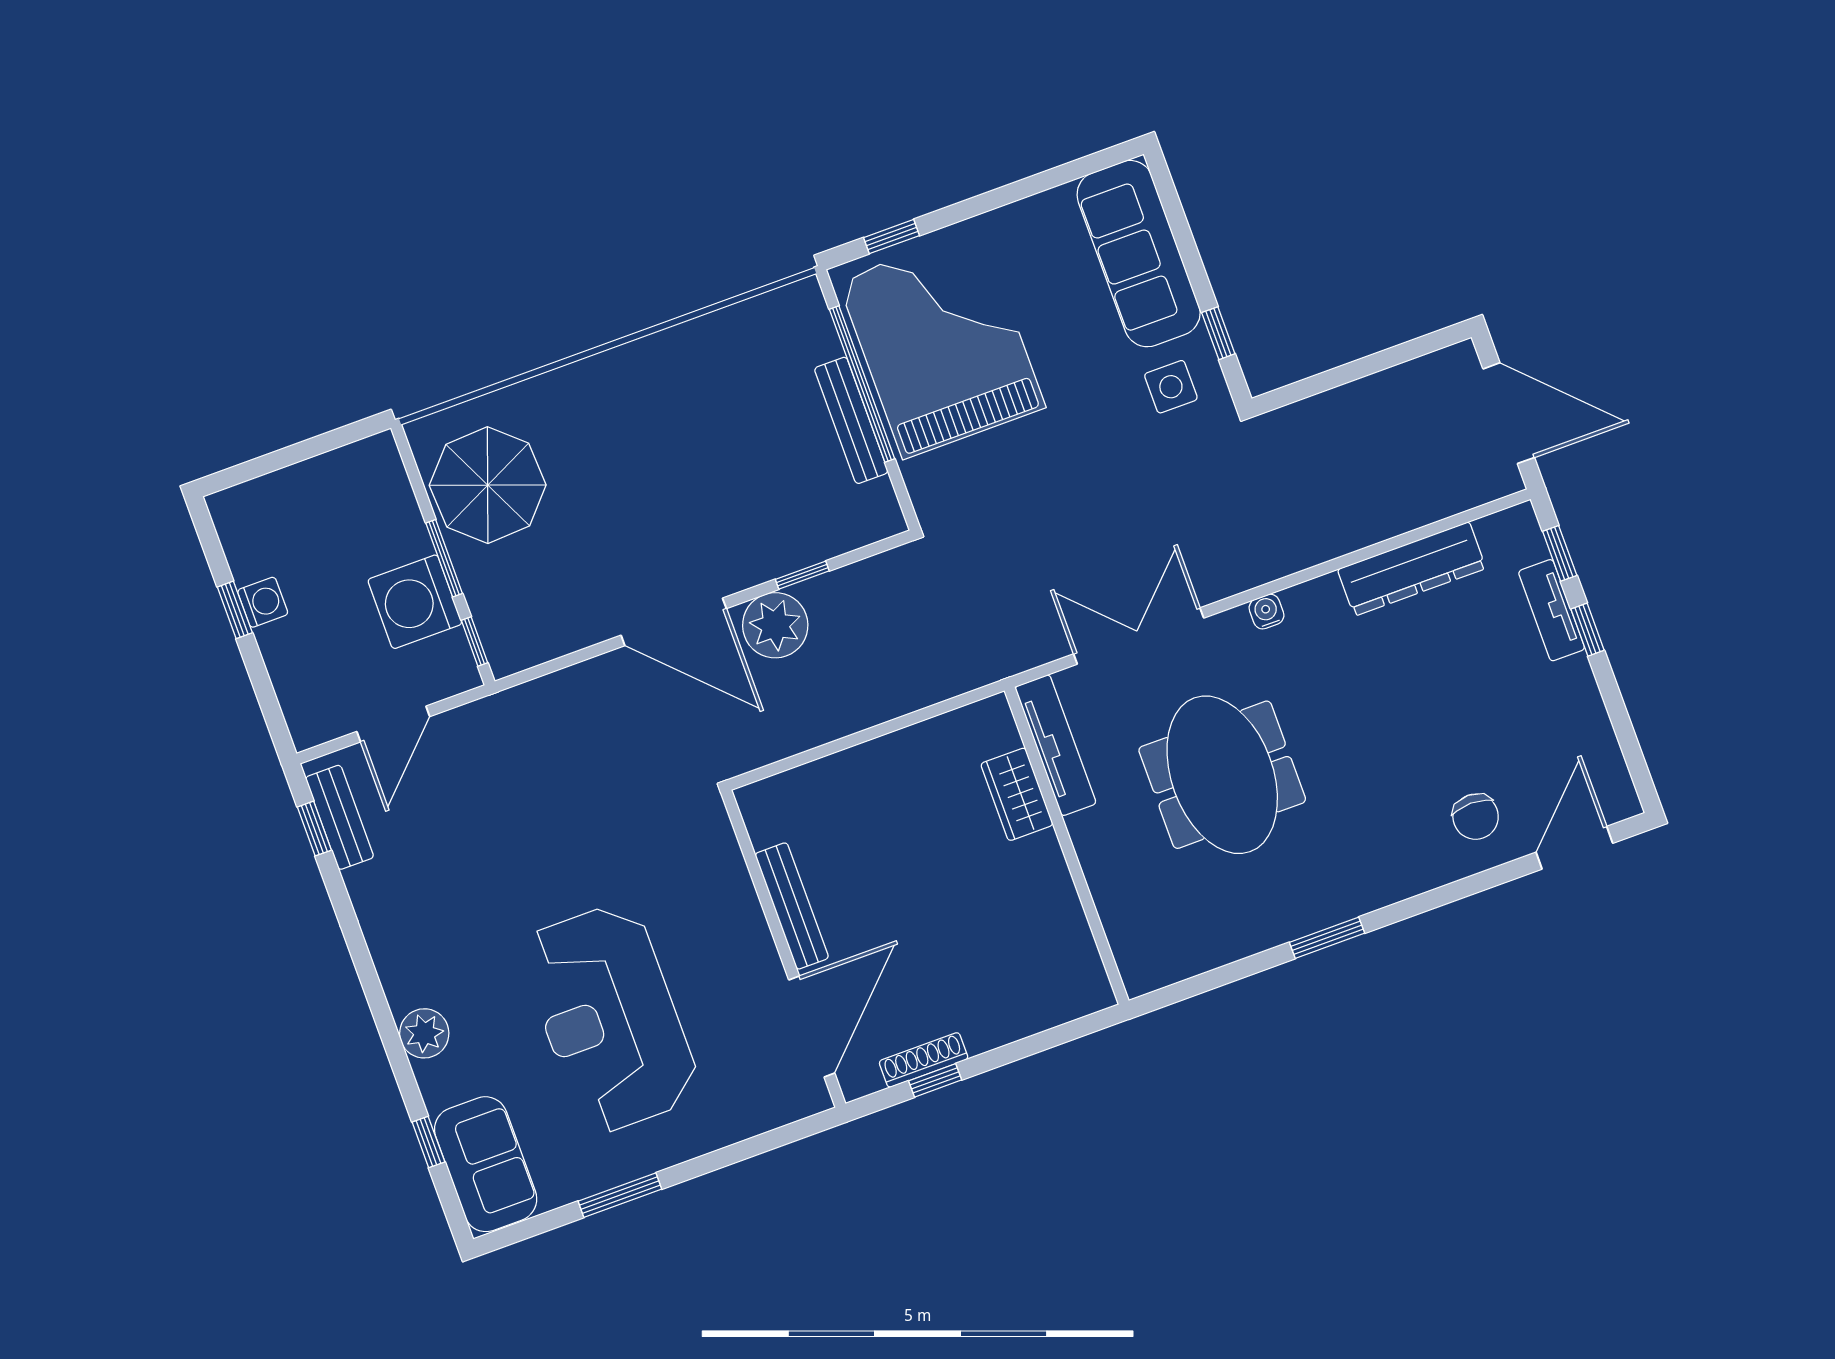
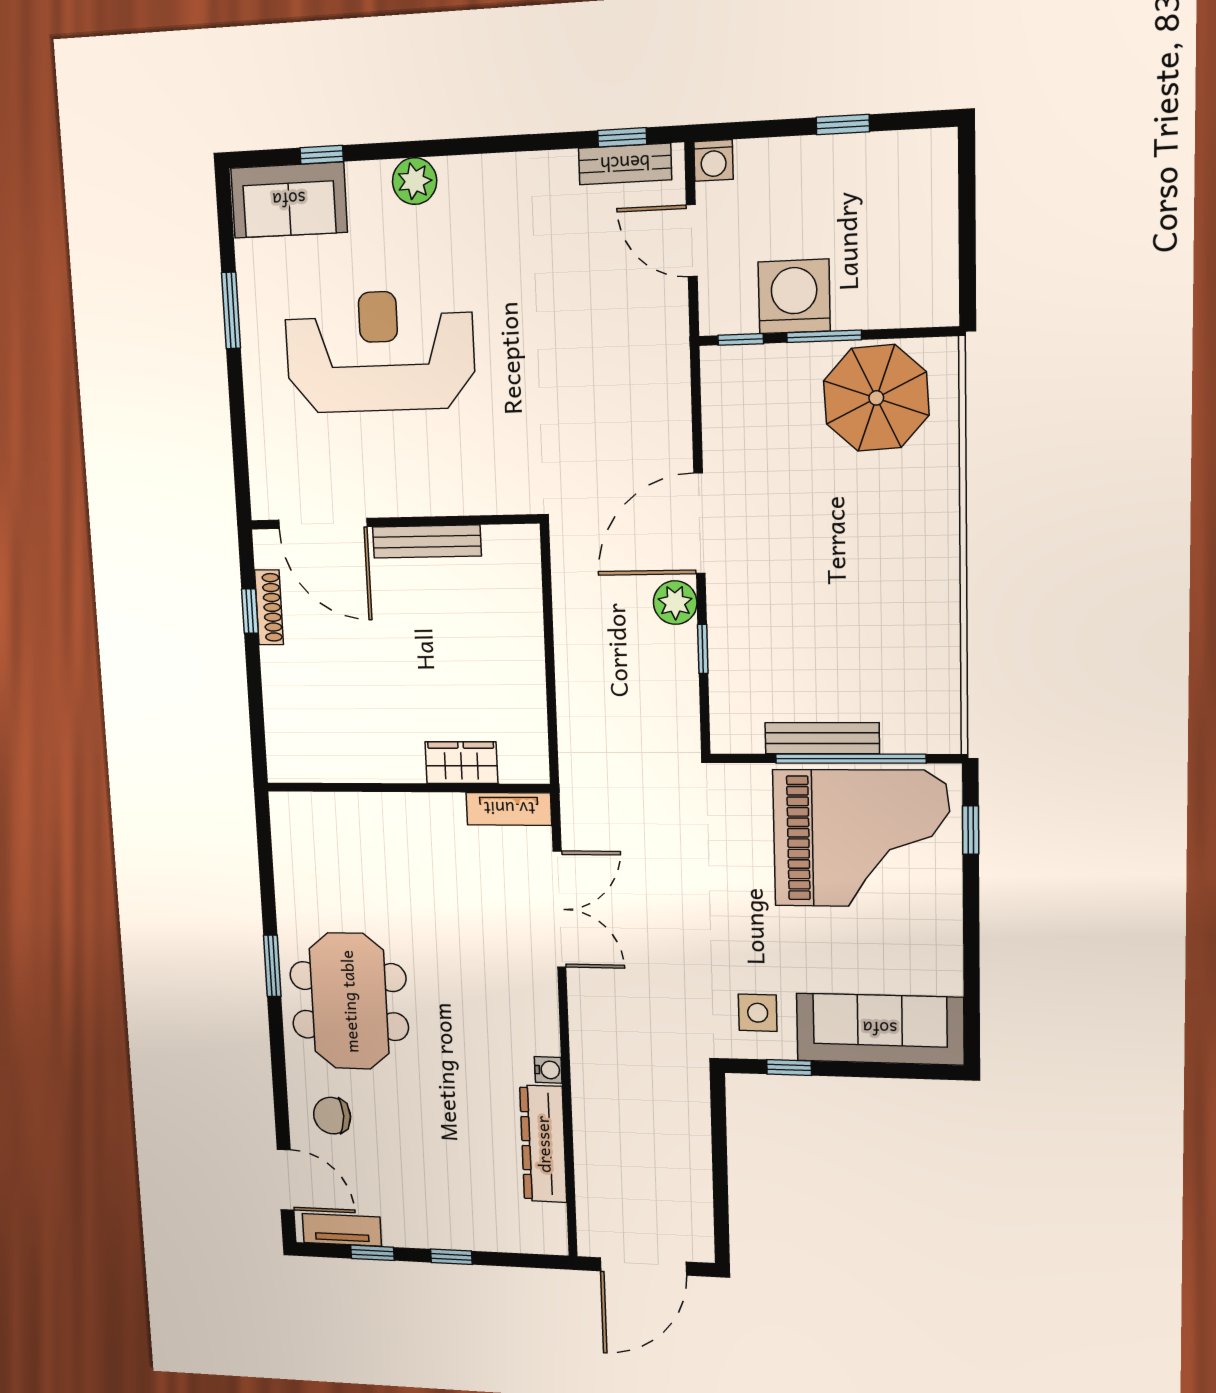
window: (1560, 553) -> (372, 1253), moved
washing machine: (263, 602) -> (714, 160), moved
tv unit: (1552, 610) -> (342, 1230), moved
water cooler: (1266, 612) -> (548, 1070), moved
plant: (775, 625) -> (675, 603), width x0.73, depth x0.73
tv unit: (1055, 745) -> (509, 809), width x0.71
meeting table: (1222, 775) -> (349, 1001), moved, turned 90

